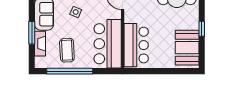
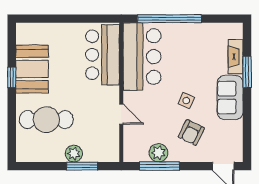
booth: (187, 48) -> (32, 69), moved
coffee table: (67, 50) -> (198, 48), removed
window: (70, 71) -> (170, 19), moved

